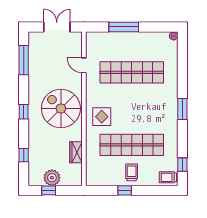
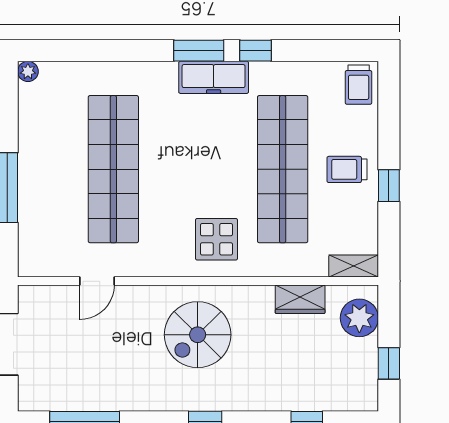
spiral stairs: (61, 109) -> (198, 335), width x0.73, depth x0.73
freezer: (171, 115) -> (214, 77), added
window: (182, 165) -> (256, 51), moved
shelving: (90, 175) -> (354, 266), added
plant: (52, 178) -> (359, 318), moved

